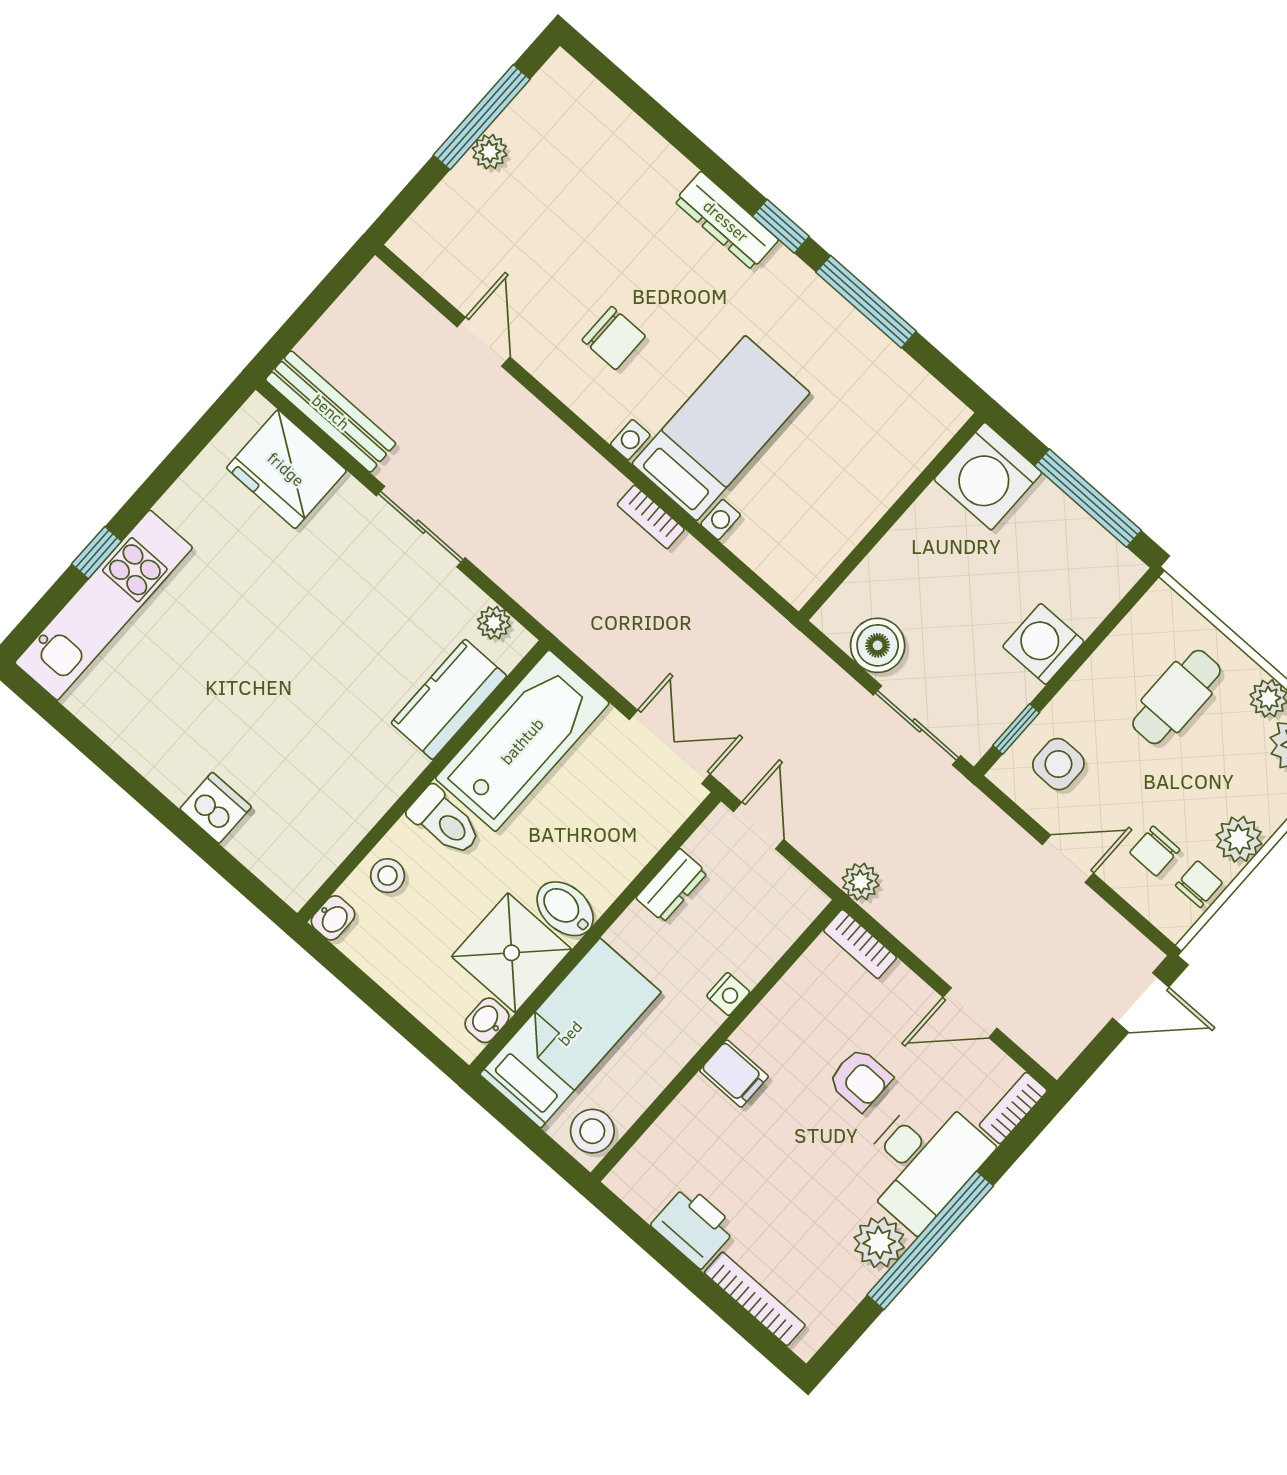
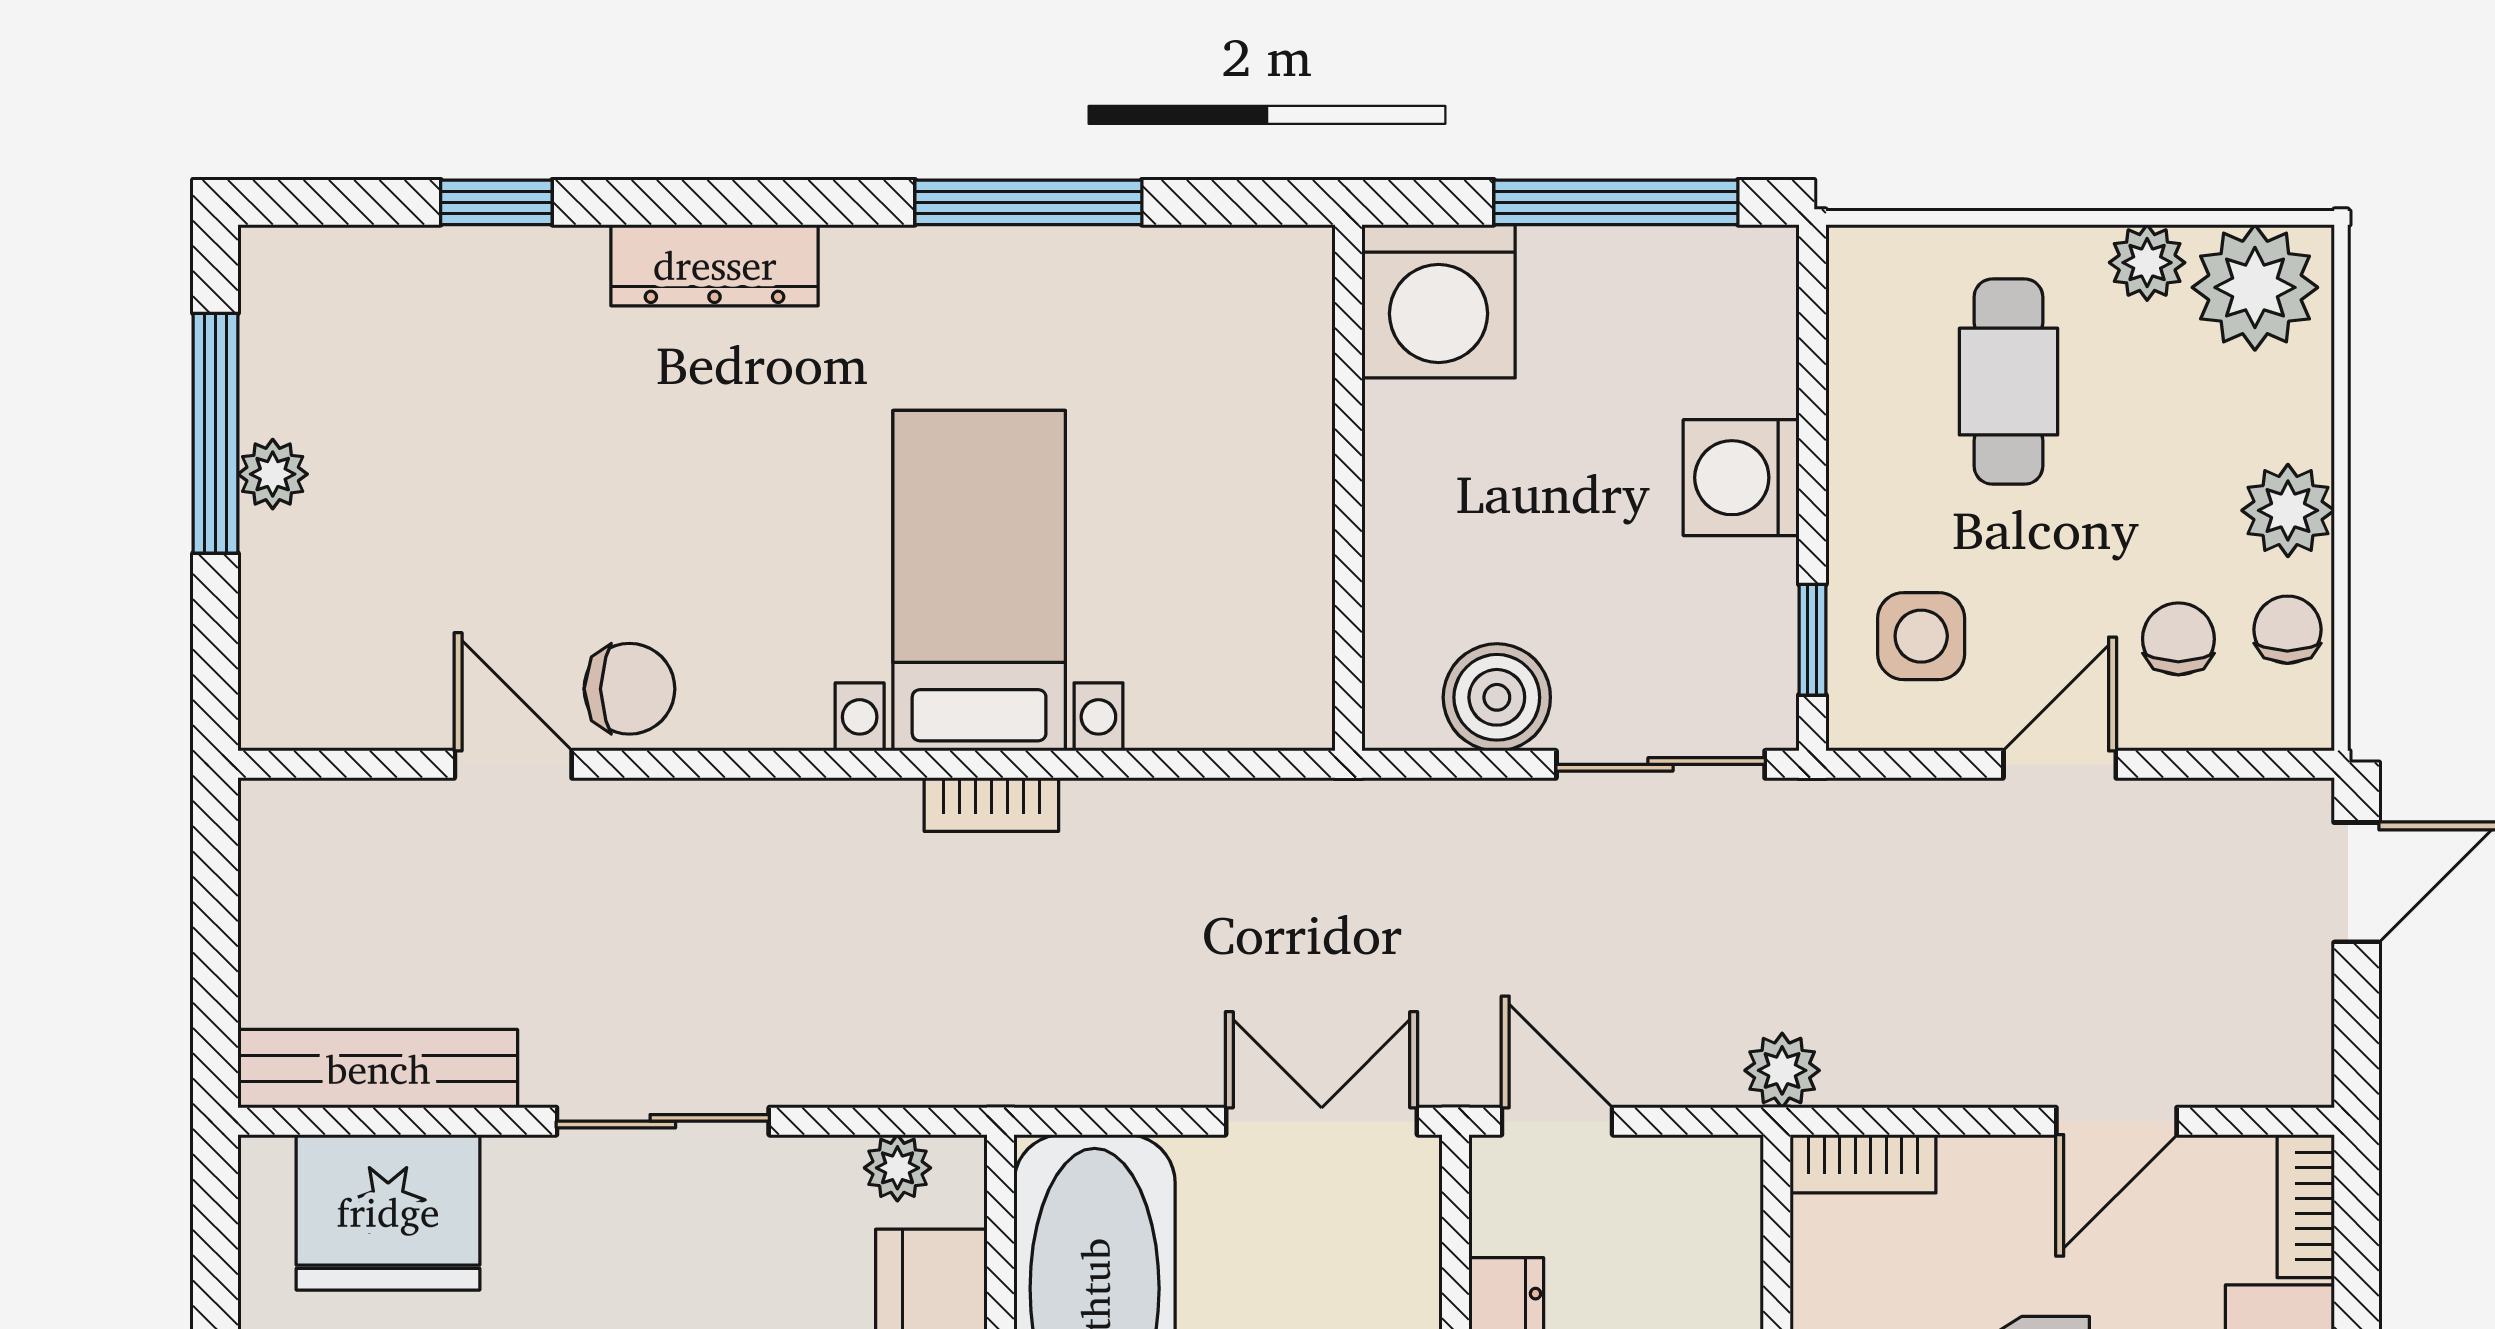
window: (781, 226) -> (496, 202), moved
chair: (614, 338) -> (629, 689), moved
chair: (1155, 851) -> (2178, 639), turned 180

